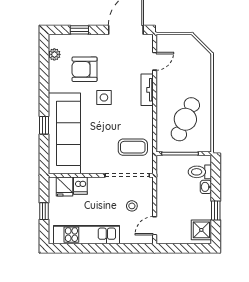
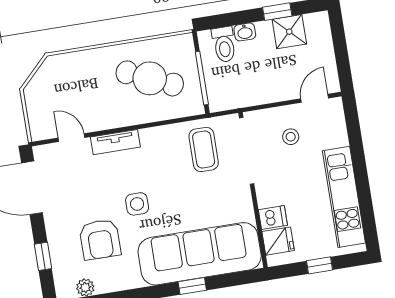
door: (155, 226) -> (315, 98), swing flipped
shower: (201, 230) -> (289, 32), moved

